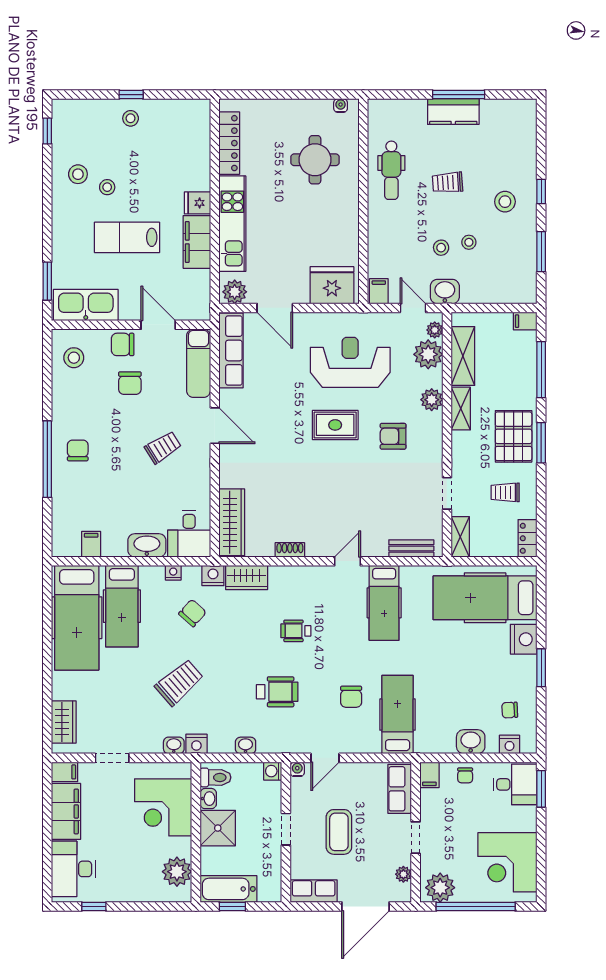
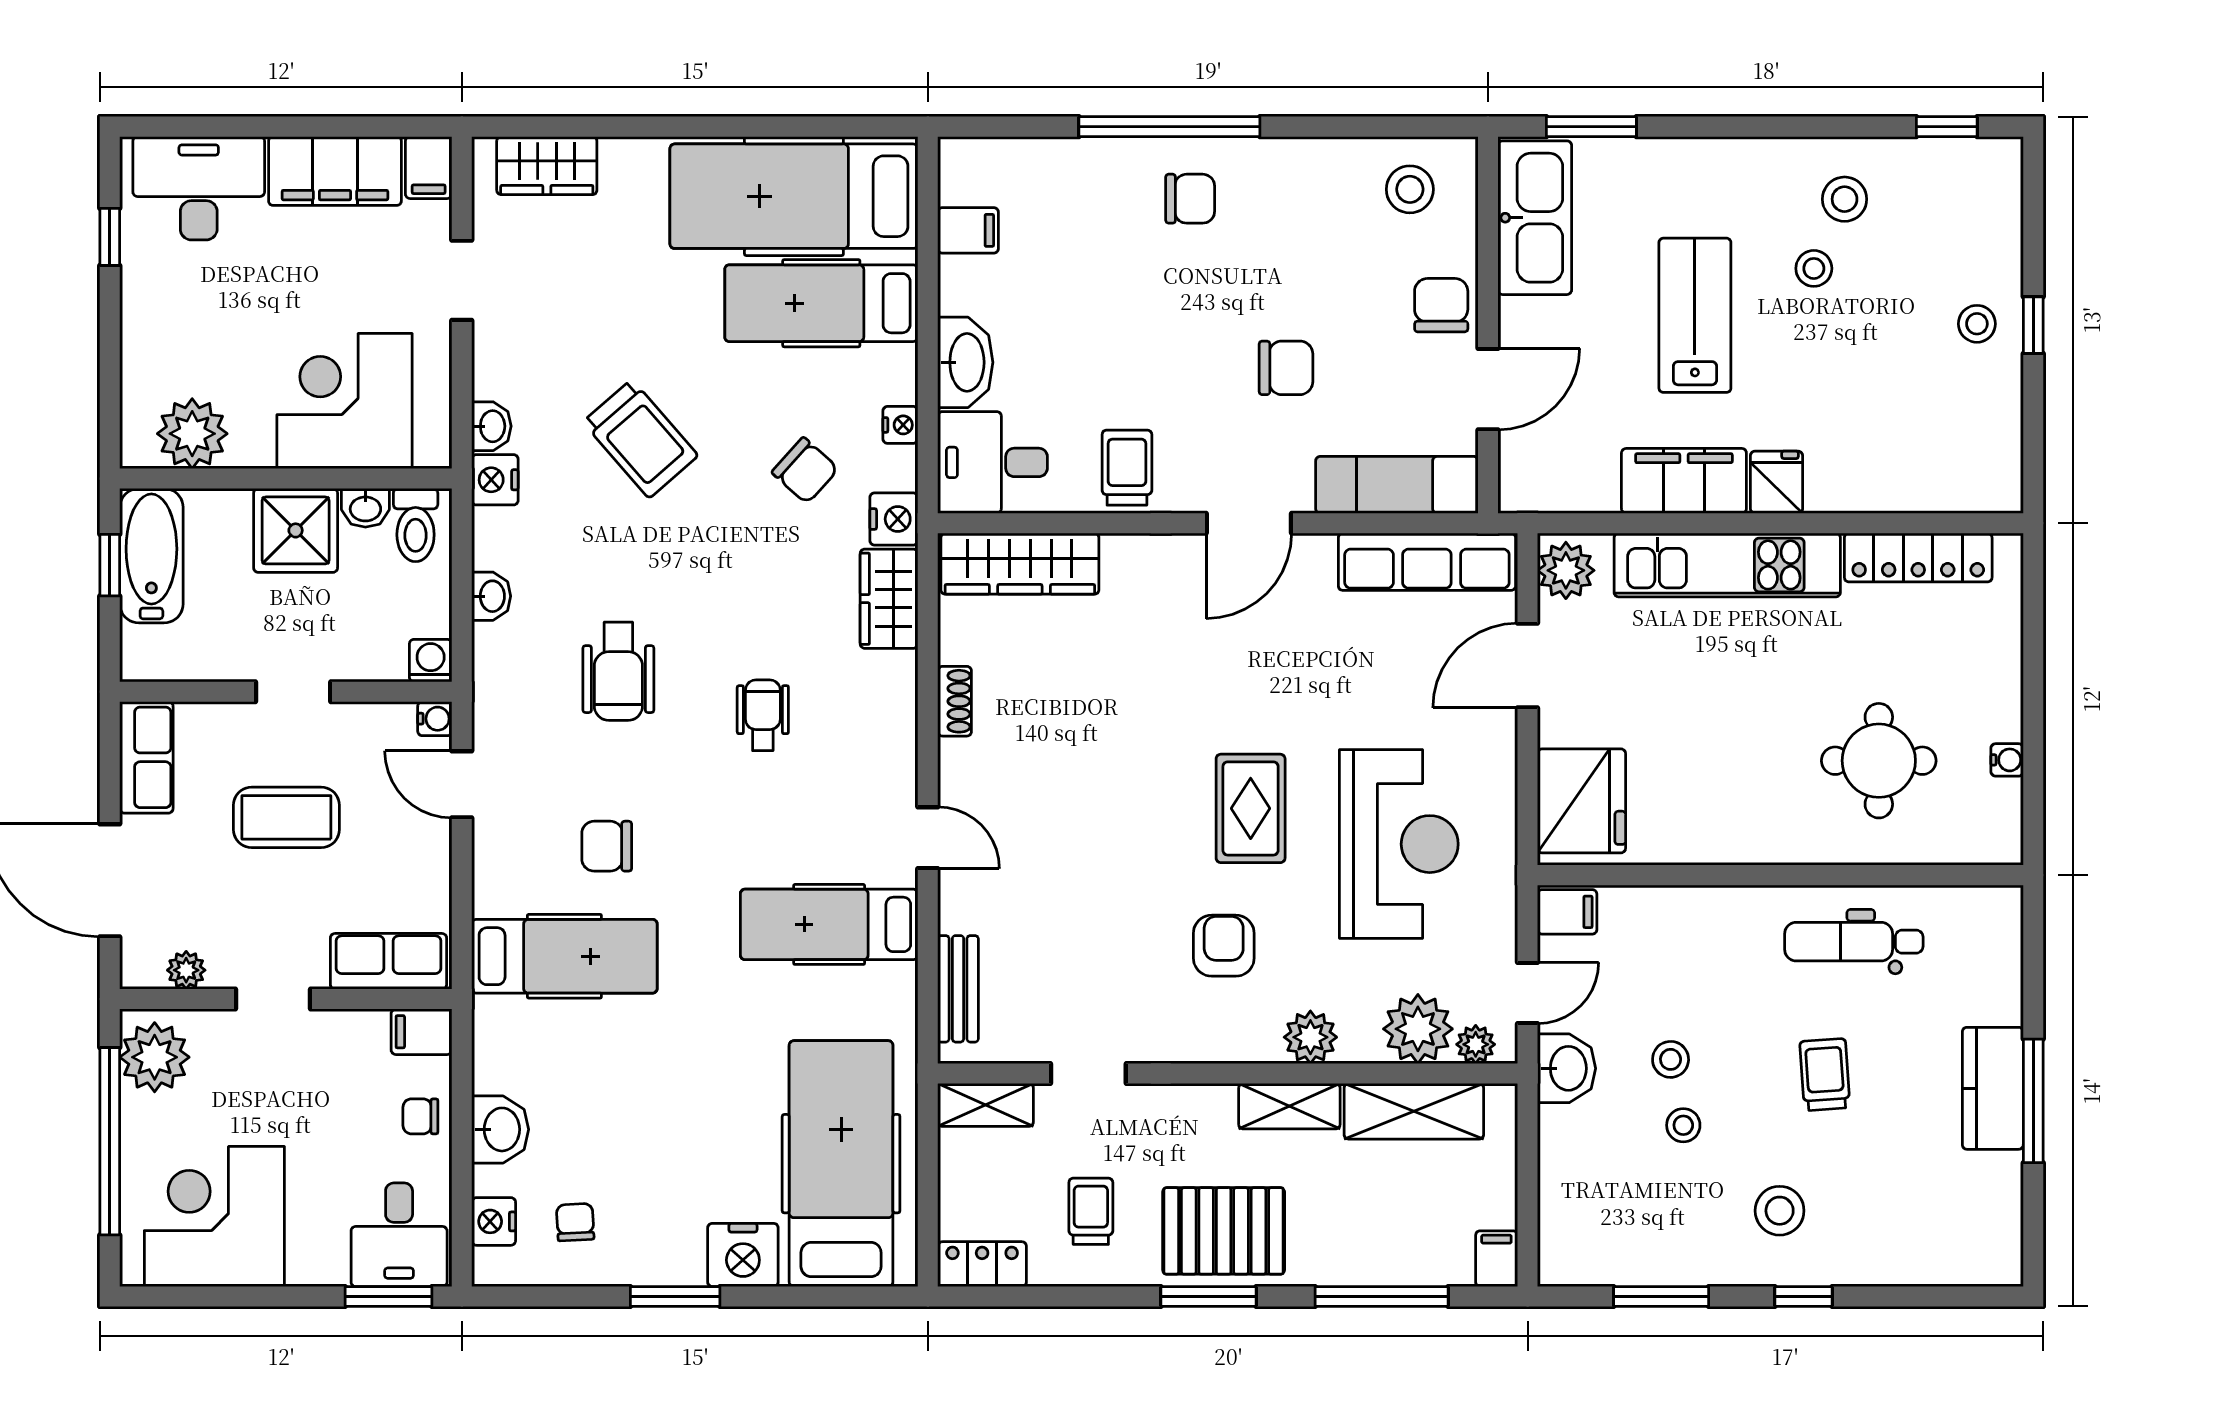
water cooler: (341, 106) -> (2007, 760), moved
chair: (130, 383) -> (1286, 368), moved, turned 180
trolley: (163, 447) -> (1127, 468), moved, turned -148

